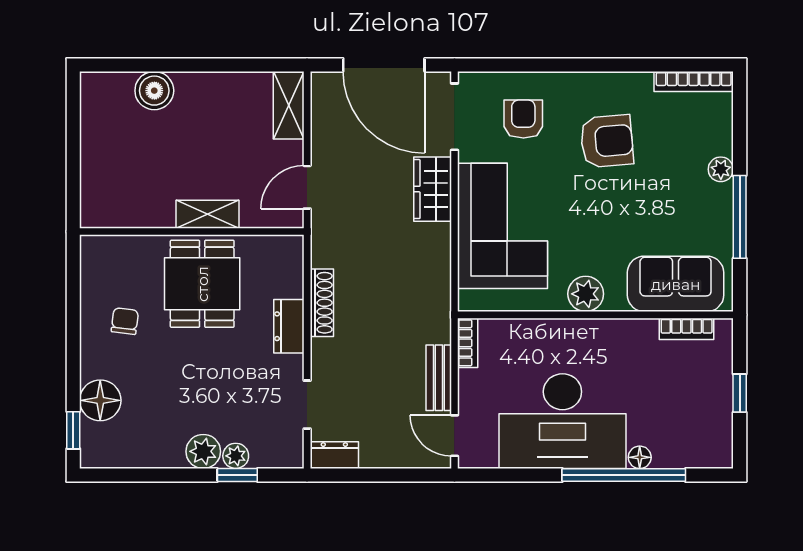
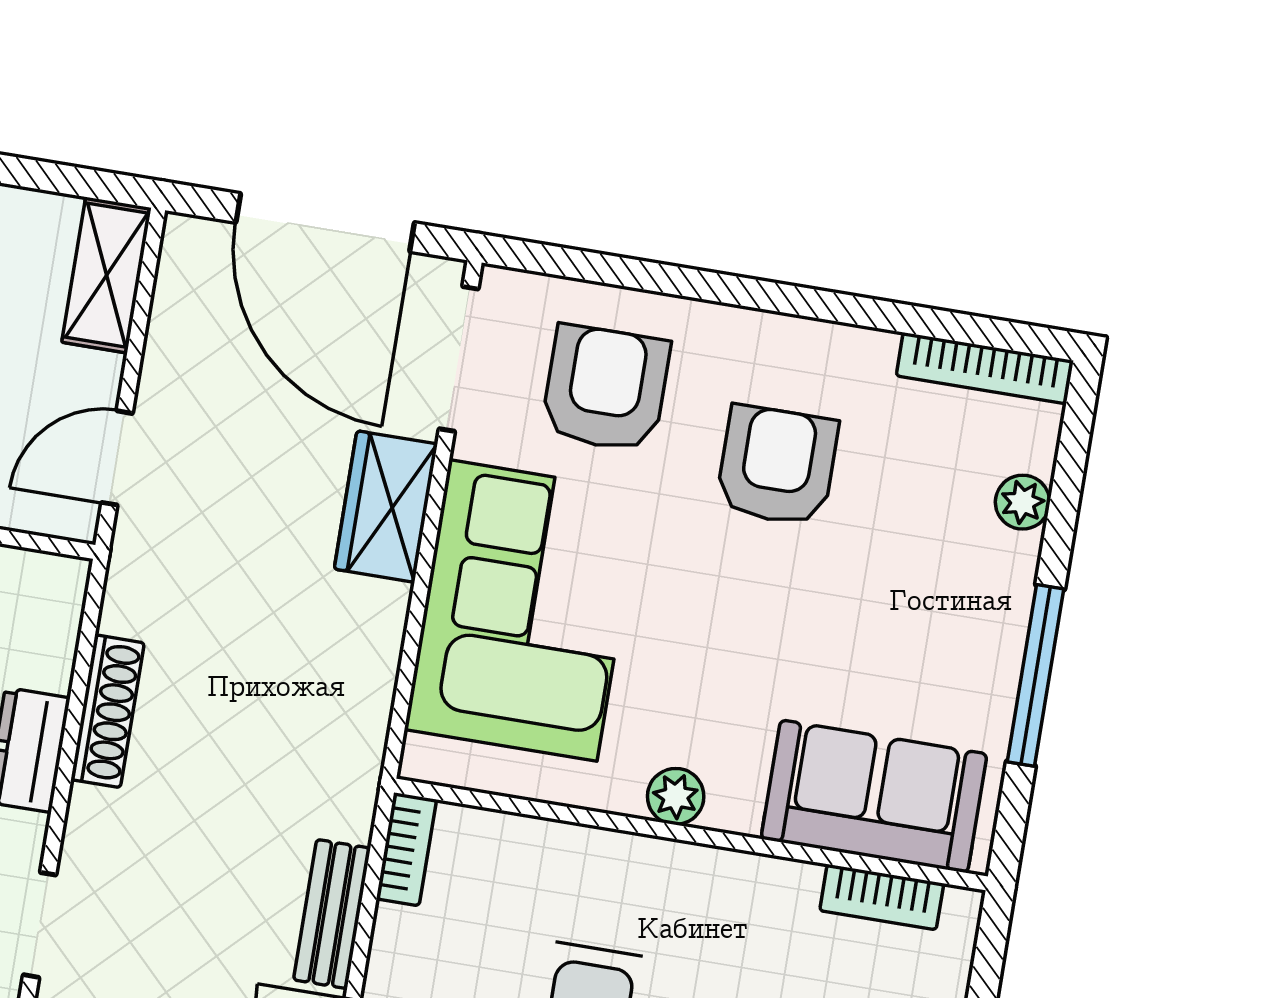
armchair: (523, 119) -> (606, 388), width x1.38, depth x1.38
armchair: (607, 141) -> (777, 466), turned -85
plant: (721, 169) -> (1023, 502), moved
plant: (586, 294) -> (676, 796), width x0.73, depth x0.73

